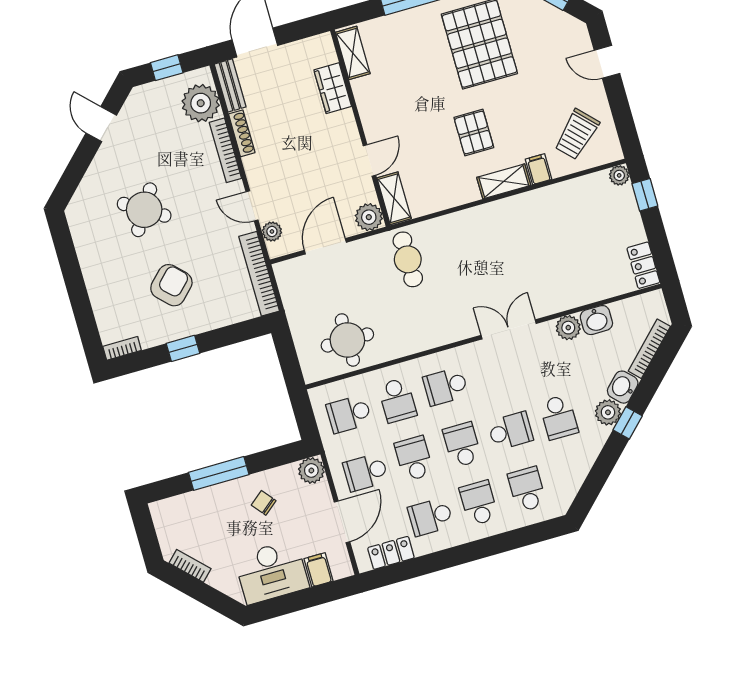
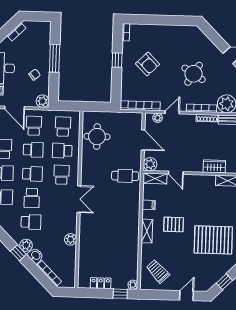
filing cabinet: (539, 169) -> (149, 205), moved
round table: (144, 210) -> (194, 74), moved
locker: (643, 265) -> (101, 283), moved
washbasin: (596, 320) -> (70, 253), removed
double door: (509, 329) -> (79, 199), moved
school desk: (559, 417) -> (31, 222), turned 180

